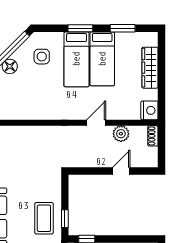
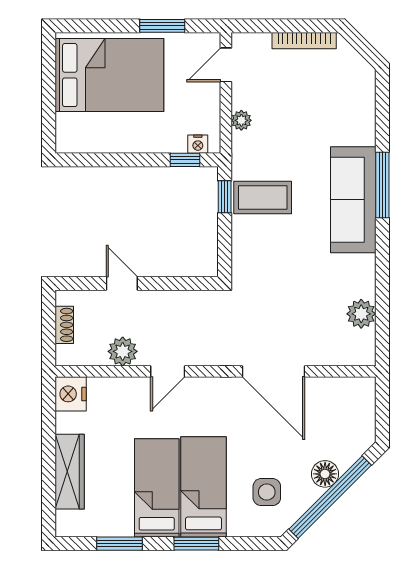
door: (38, 123) -> (273, 371), added
shoe rack: (153, 136) -> (64, 325), moved
door: (121, 171) -> (122, 283), swing flipped
coffee table: (44, 218) -> (263, 197), turned 90

